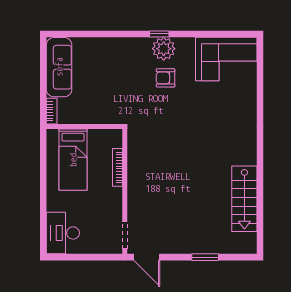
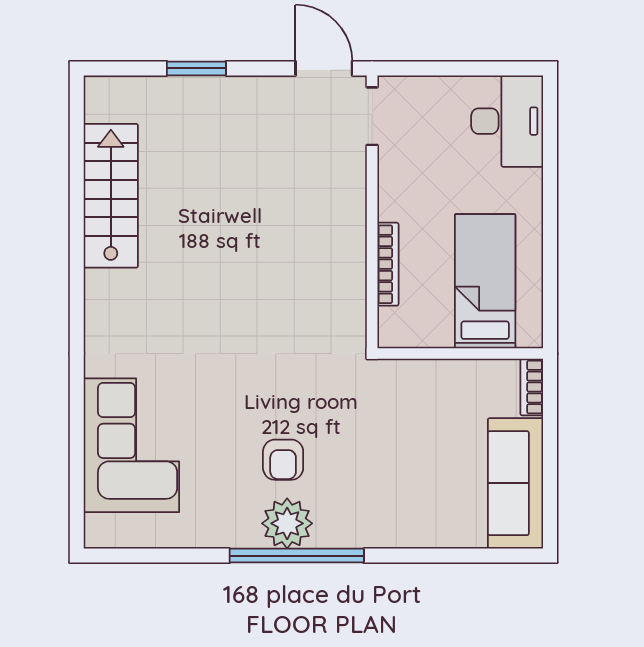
window: (159, 34) -> (297, 556), width x3.17
corner sofa: (226, 59) -> (131, 445), moved, turned 90
armchair: (165, 78) -> (283, 460), turned 90

